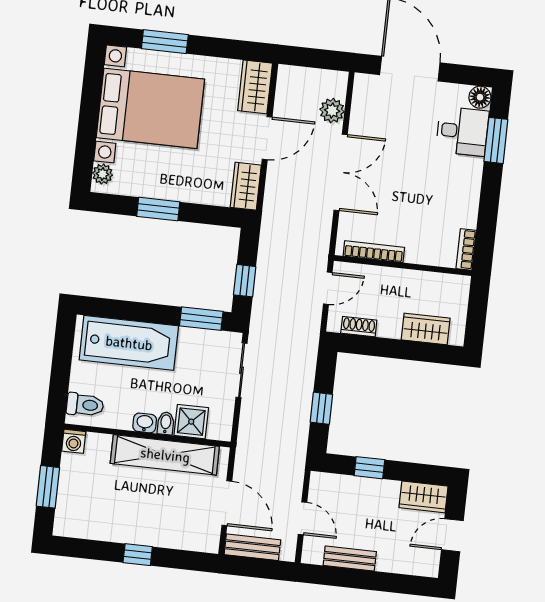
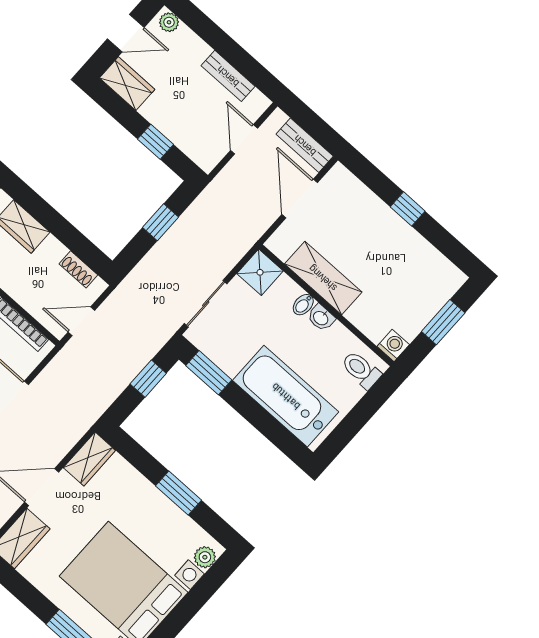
shower: (191, 422) -> (260, 272), moved
shelving: (165, 455) -> (323, 278), width x0.68
plant: (425, 567) -> (169, 22), added

